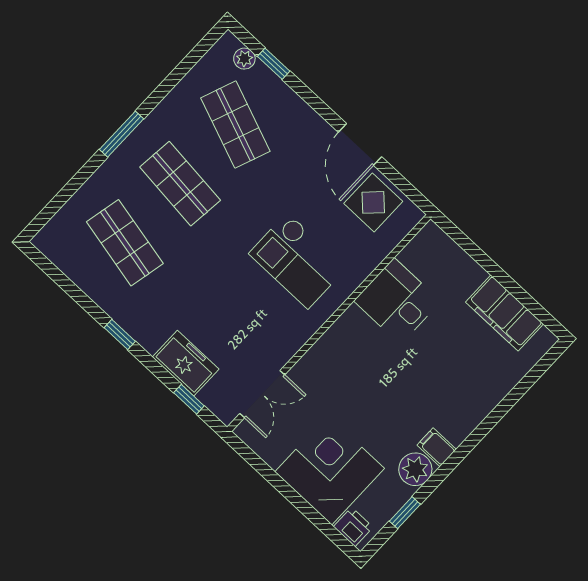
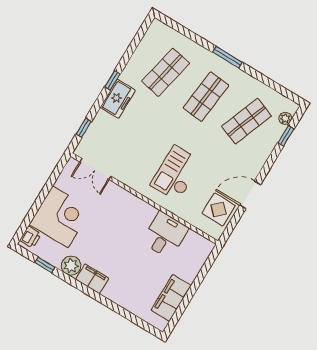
freezer: (186, 363) -> (118, 99), moved
filing cabinet: (437, 447) -> (92, 279), width x2.00

